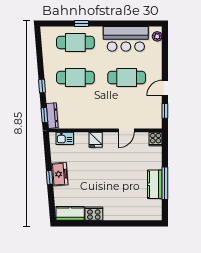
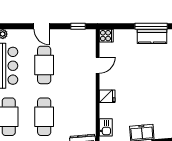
door: (165, 88) -> (42, 26), moved
door: (126, 130) -> (98, 65), hinge flipped

